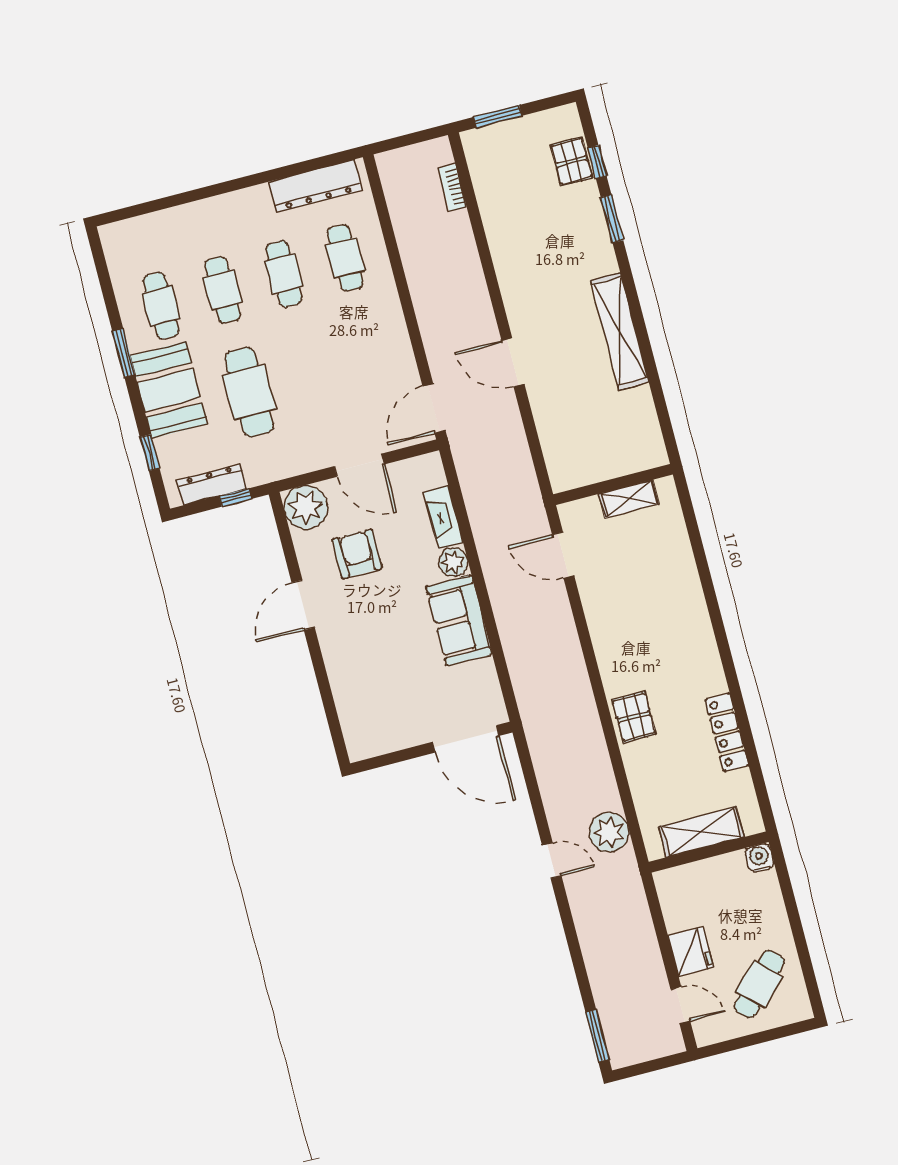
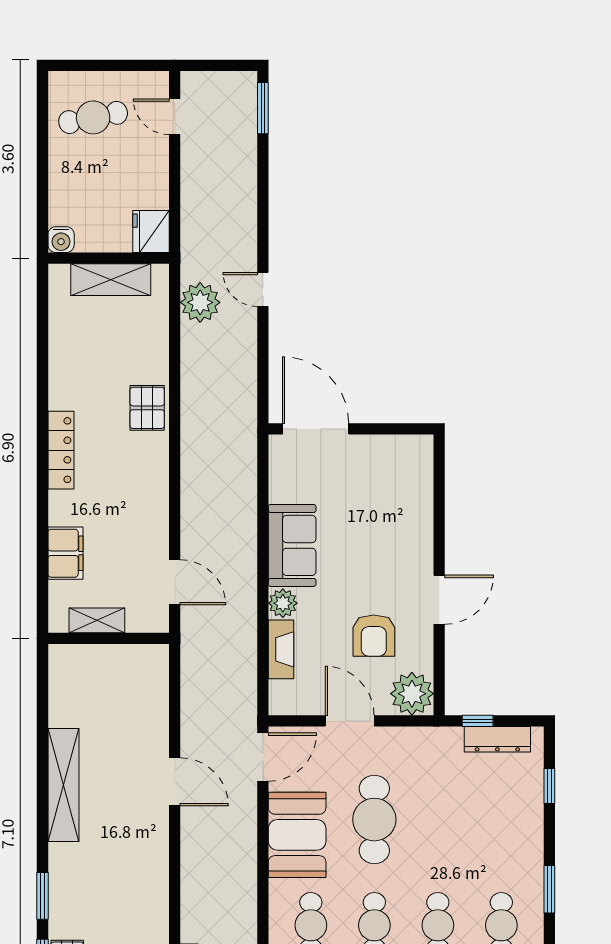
booth: (169, 390) -> (297, 835), moved
cafe table: (249, 392) -> (374, 820), moved
filing cabinet: (676, 556) -> (65, 553), added
locker: (727, 732) -> (61, 450), moved
fridge: (691, 952) -> (151, 232), moved
cafe table: (759, 984) -> (93, 117), turned 35

